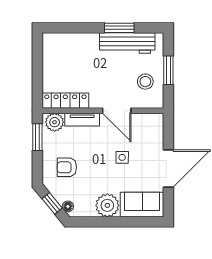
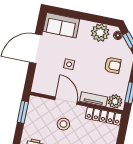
window: (168, 70) -> (23, 112), moved
stool: (145, 82) -> (63, 124), moved
plant: (107, 205) -> (100, 33), moved

